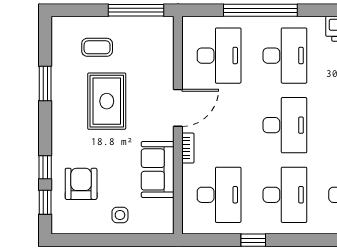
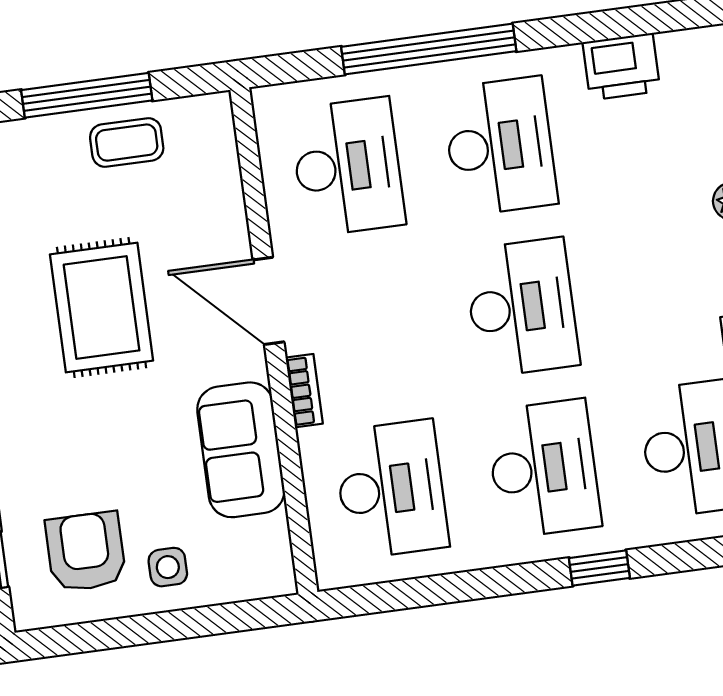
window: (136, 10) -> (87, 95), moved
coffee table: (97, 47) -> (127, 143), moved
door: (178, 108) -> (268, 301), swing flipped
armchair: (81, 184) -> (86, 552), moved
window: (253, 240) -> (599, 568), moved

